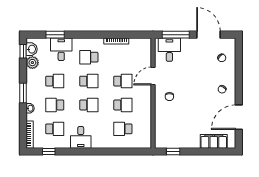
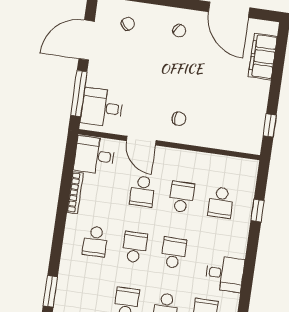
desk: (61, 49) -> (94, 155), moved
school desk: (123, 81) -> (142, 191), turned 180
window: (121, 151) -> (257, 211), added

